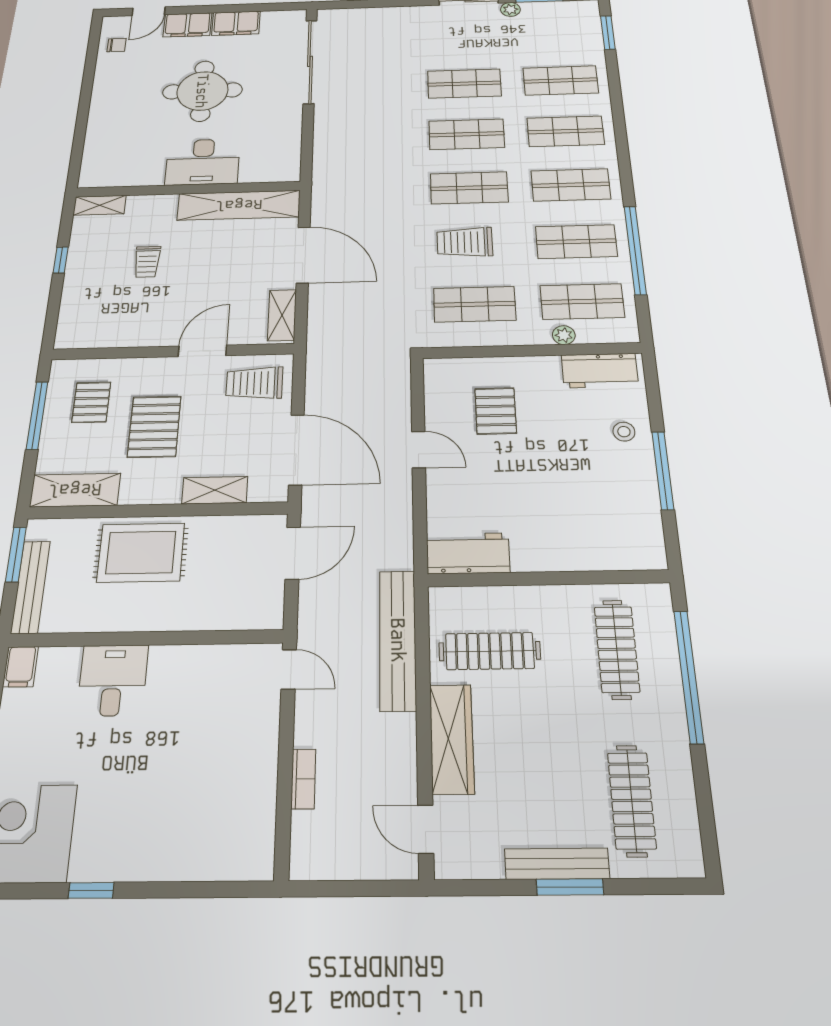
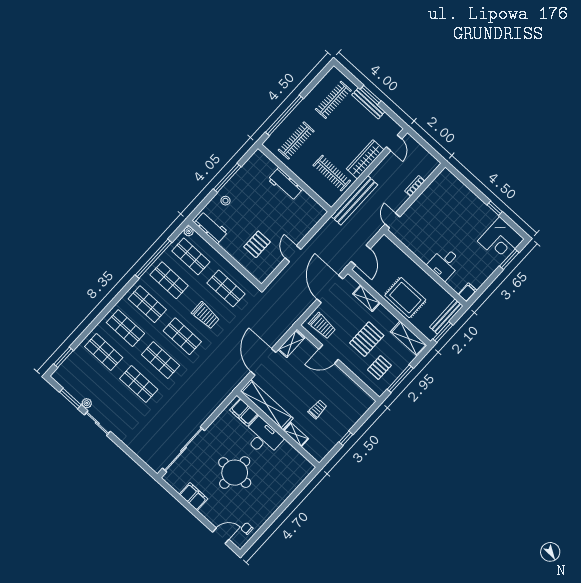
filing cabinet: (187, 25) -> (244, 412), moved, turned 180
shelving: (100, 205) -> (296, 435), moved
plant: (564, 335) -> (189, 231), moved
door: (293, 553) -> (361, 255), swing flipped
workbench: (468, 553) -> (285, 184), moved

